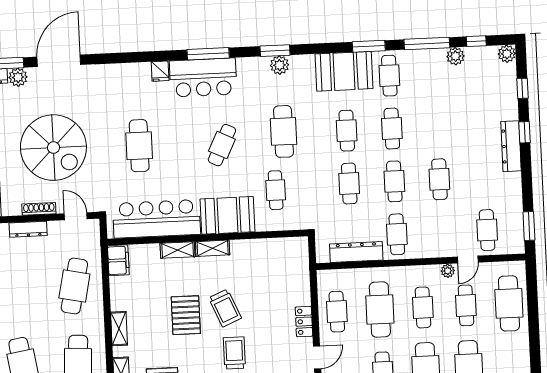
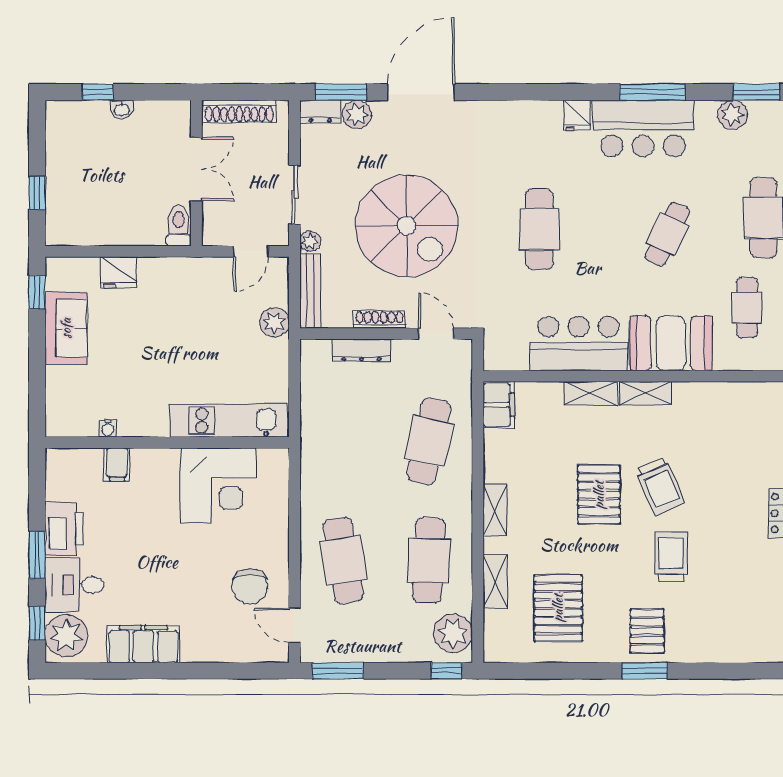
plant: (280, 65) -> (733, 115), moved
bar counter: (157, 219) -> (579, 344), width x0.73

